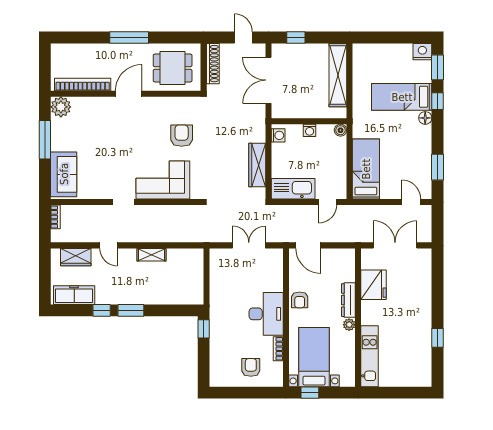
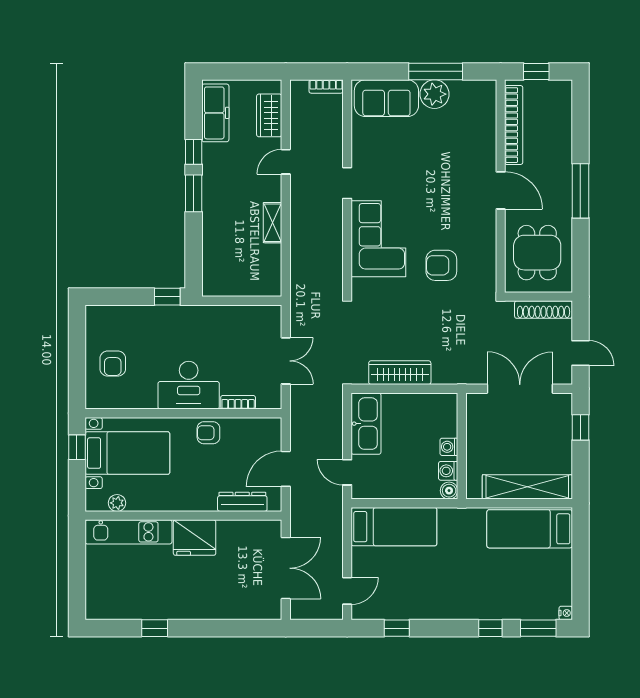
door: (243, 38) -> (580, 353), hinge flipped
nightstand: (422, 52) -> (566, 613), width x0.53, depth x0.56
window: (45, 69) -> (536, 71), added
bed: (402, 97) -> (530, 529), moved, turned -90
plant: (61, 107) -> (435, 94), moved
floor lamp: (425, 118) -> (466, 611), removed
washing machine: (278, 135) -> (448, 471), moved, turned 90
armchair: (182, 136) -> (441, 265), turned 180
window: (437, 167) -> (397, 628), width x0.67
door: (308, 245) -> (286, 469), moved
fridge: (374, 285) -> (195, 538), moved
dresser: (348, 300) -> (242, 502), moved
plant: (349, 325) -> (117, 503), moved
bookcase: (278, 349) -> (238, 402), moved
armchair: (251, 367) -> (113, 364), turned 90

